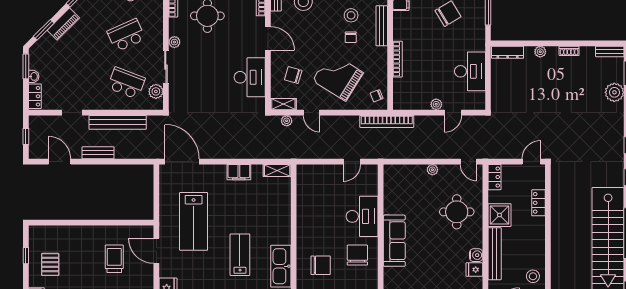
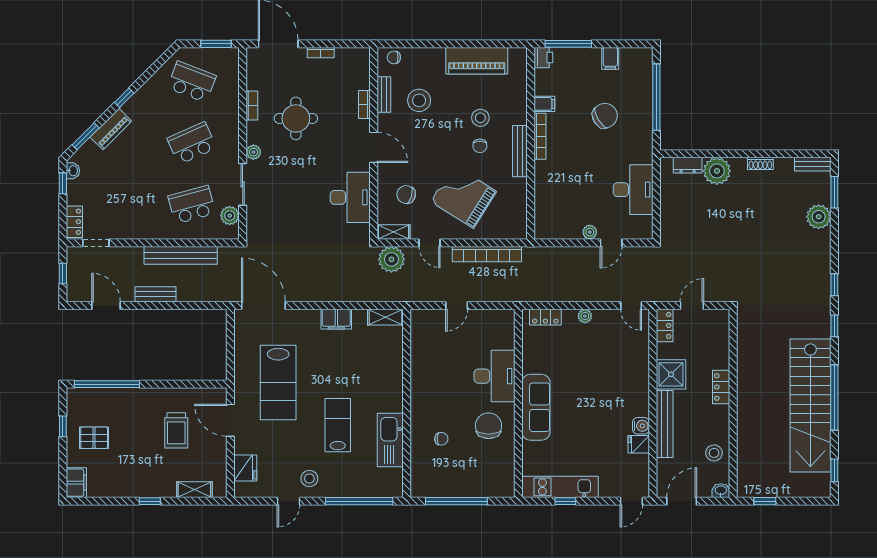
bench: (382, 26) -> (520, 151), moved
dresser: (508, 52) -> (688, 165), width x0.70
plant: (540, 52) -> (717, 171), width x1.88, depth x1.88
bookcase: (397, 59) -> (540, 136), moved
window: (26, 66) -> (63, 183), width x0.67
washbasin: (34, 76) -> (73, 171), moved
school desk: (126, 83) -> (192, 205), turned -36
chair: (377, 96) -> (513, 221), removed
doorway: (72, 113) -> (96, 243), moved
plant: (287, 121) -> (391, 259), width x1.88, depth x1.88
bookcase: (387, 121) -> (487, 254), moved
door: (352, 162) -> (457, 306), moved
door: (531, 162) -> (692, 306), moved
locker: (402, 170) -> (545, 317), added
locker: (538, 203) -> (721, 387), moved
round table: (457, 212) -> (616, 370), removed
window: (60, 223) -> (107, 384), added
trolley: (114, 259) -> (176, 430), turned 180
pallet: (50, 264) -> (94, 438), turned 90
chair: (321, 265) -> (441, 439), width x0.54, depth x0.54

